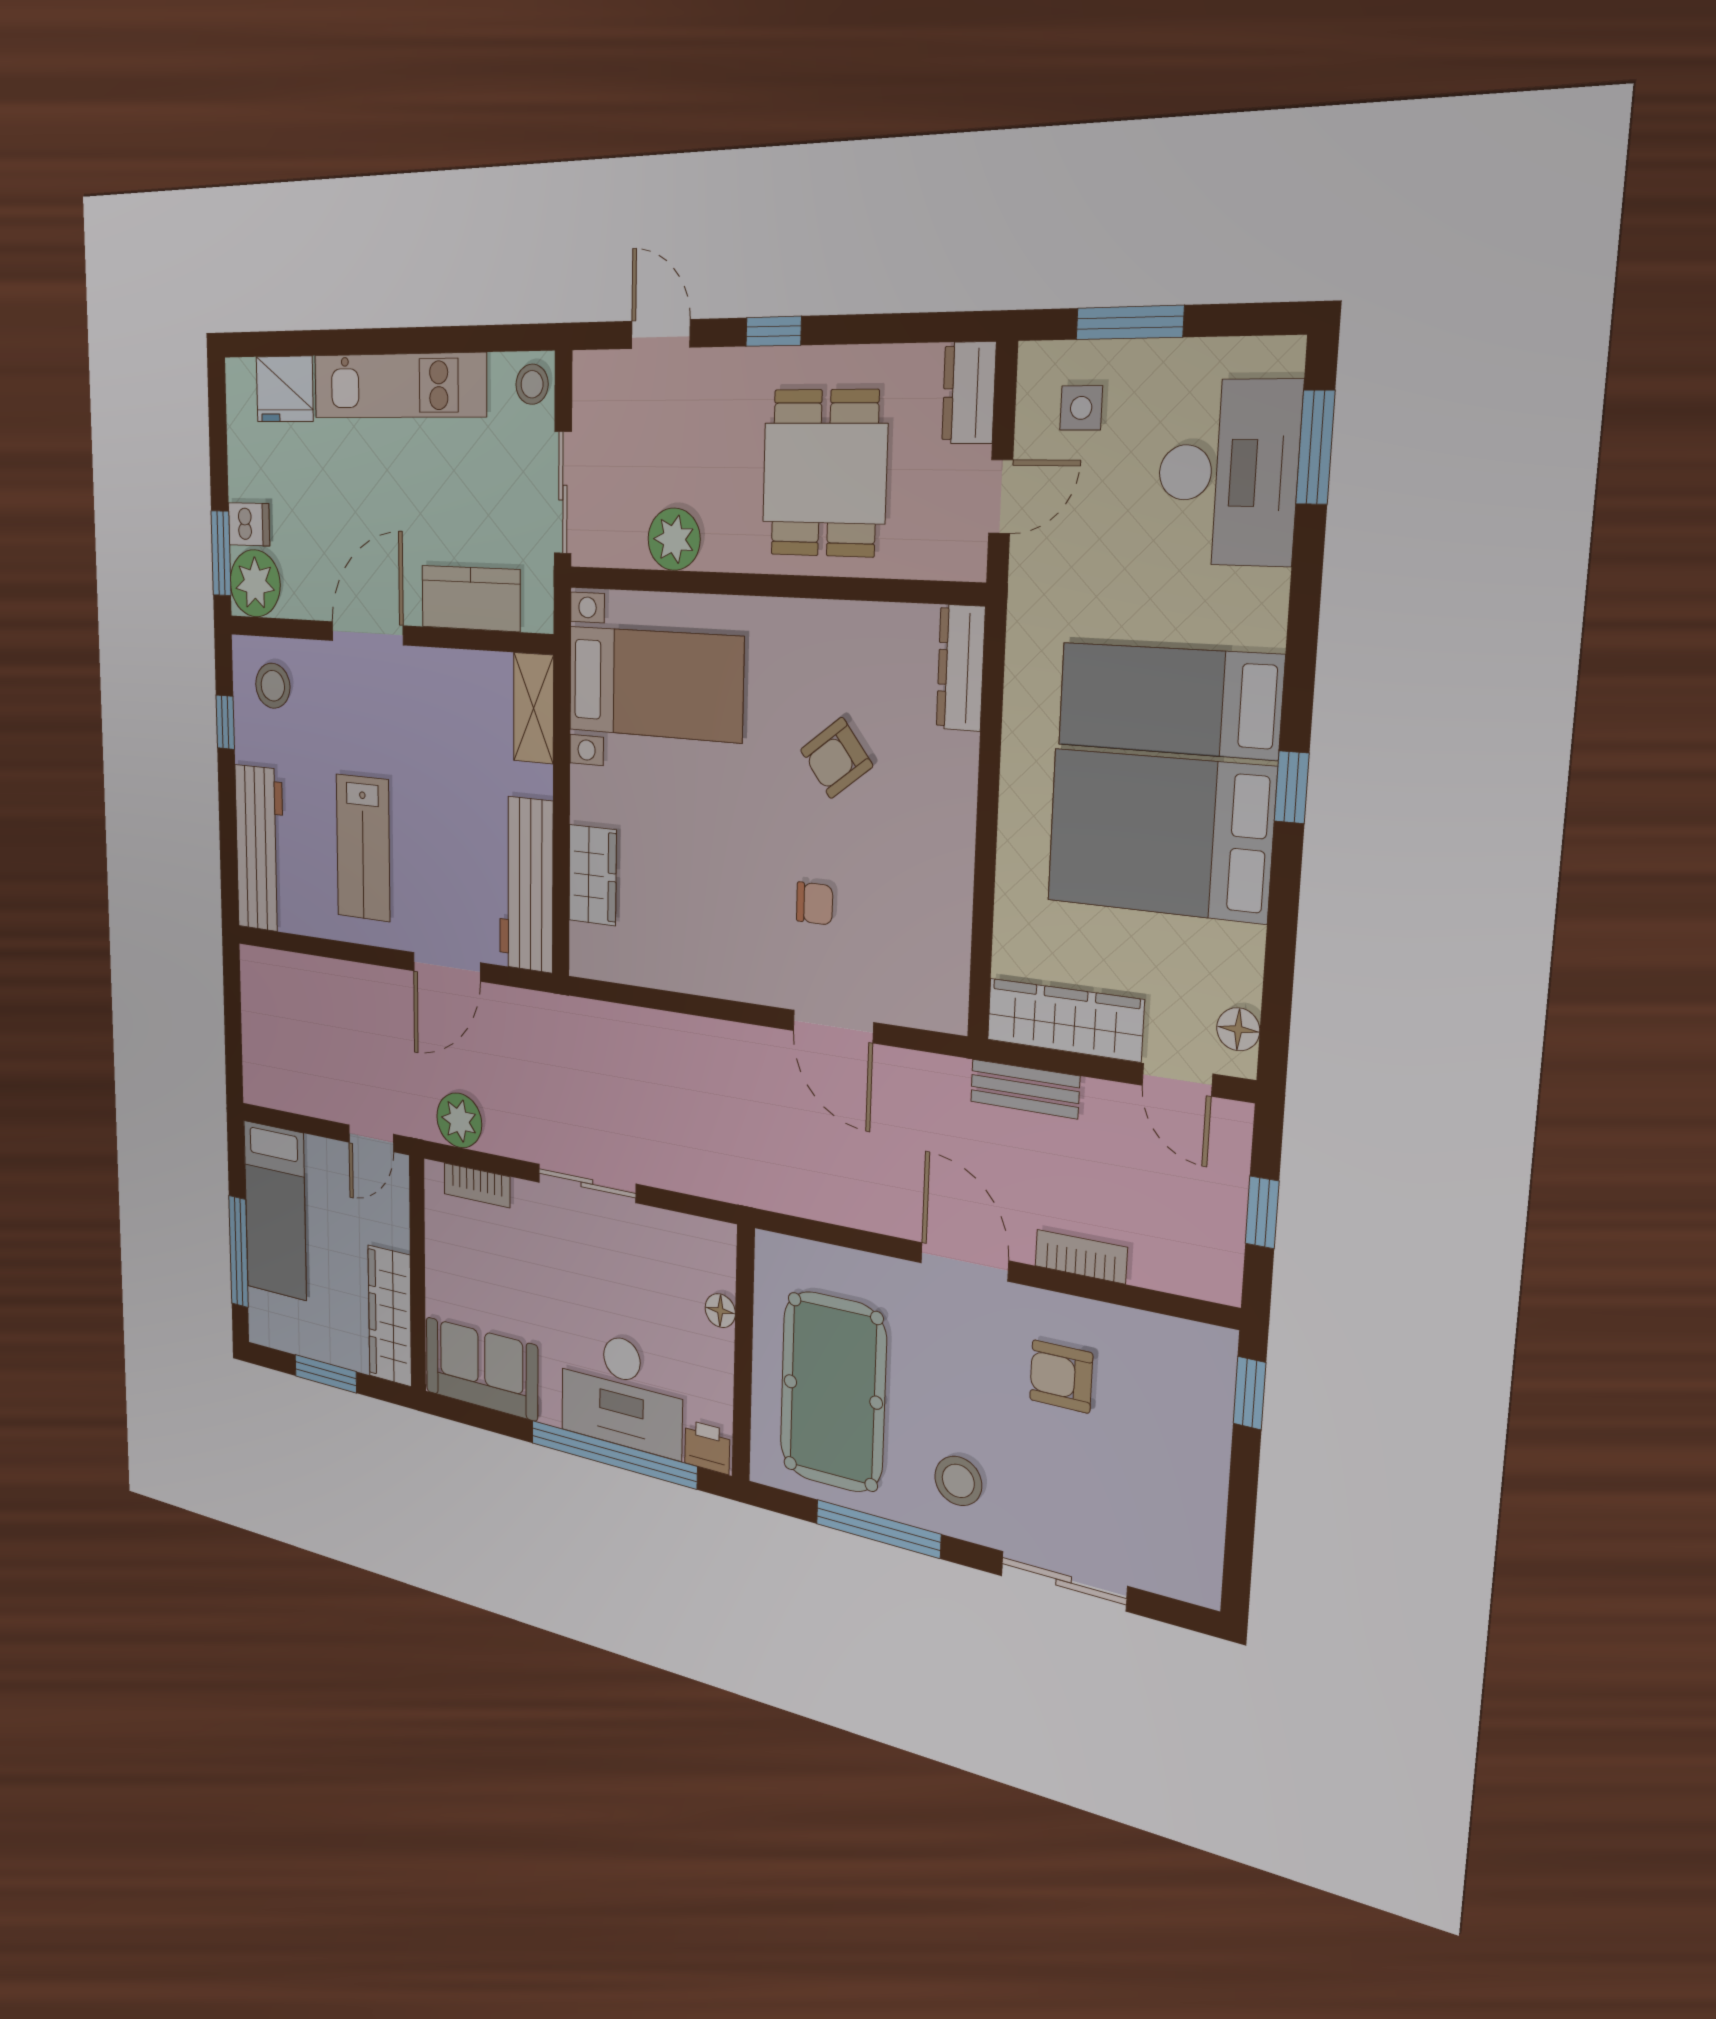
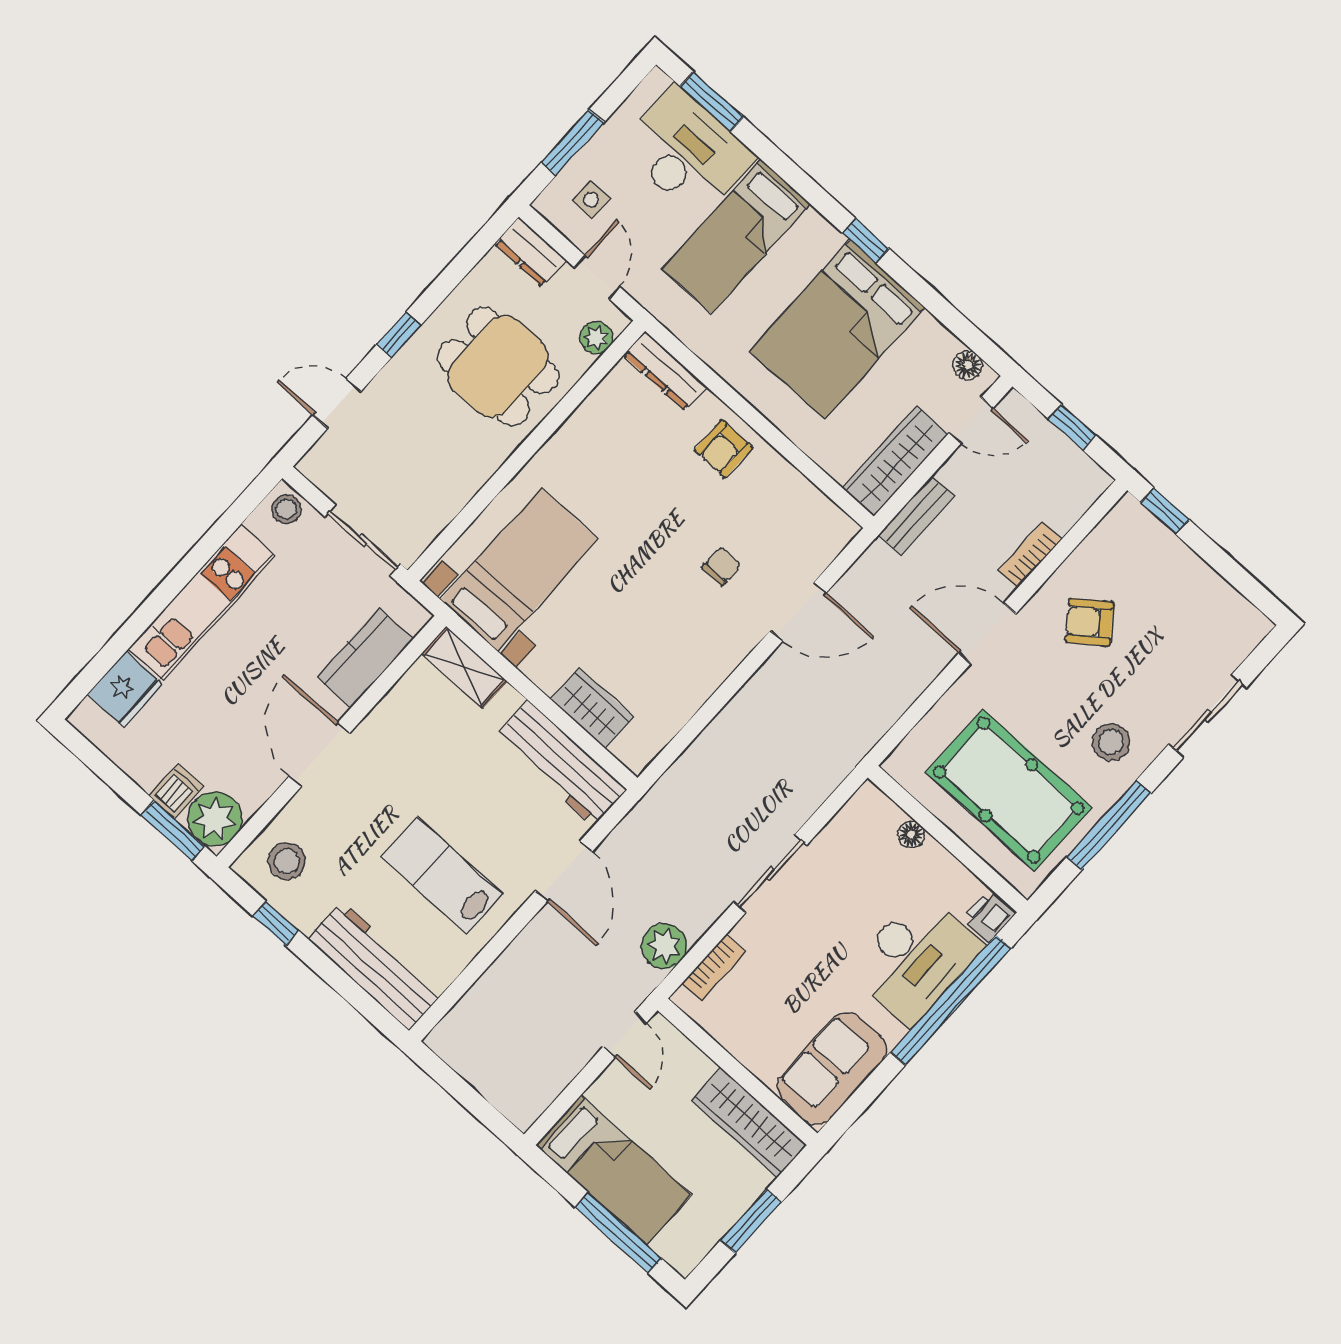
plant: (674, 539) -> (596, 338), moved, width x0.73, depth x0.73
bed: (1169, 701) -> (736, 236), moved
armchair: (836, 758) -> (723, 449), moved, turned 38
lab bench: (363, 848) -> (442, 876), turned 180
armchair: (1061, 1376) -> (1089, 622), turned 53

